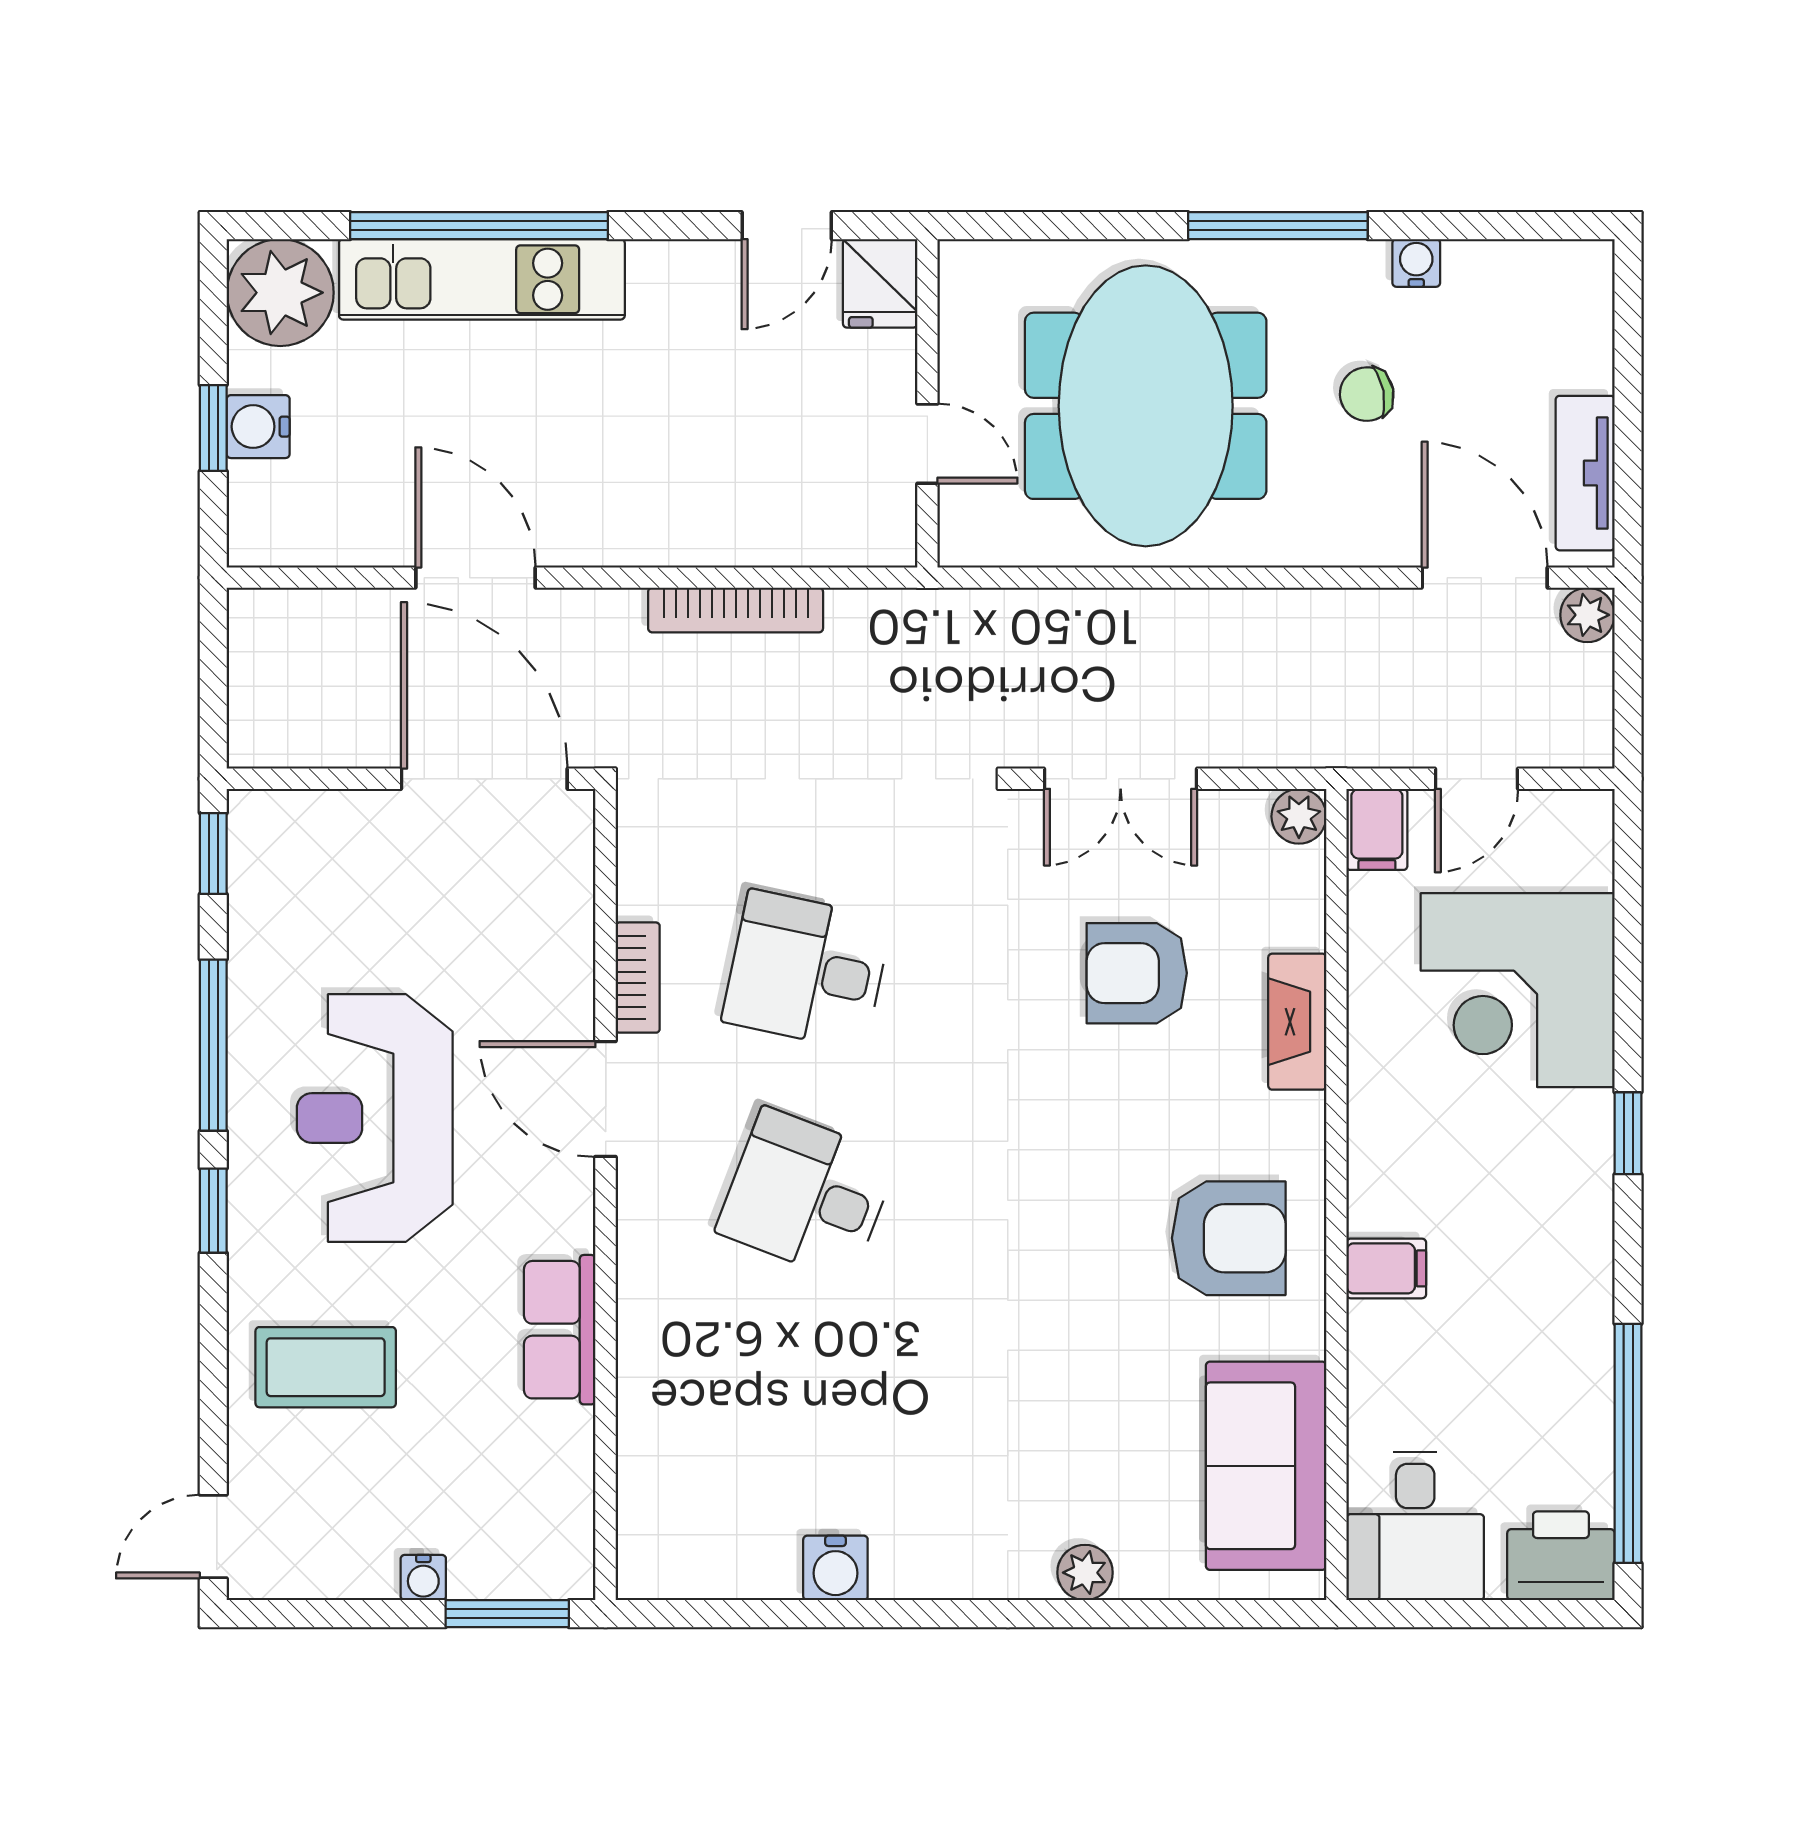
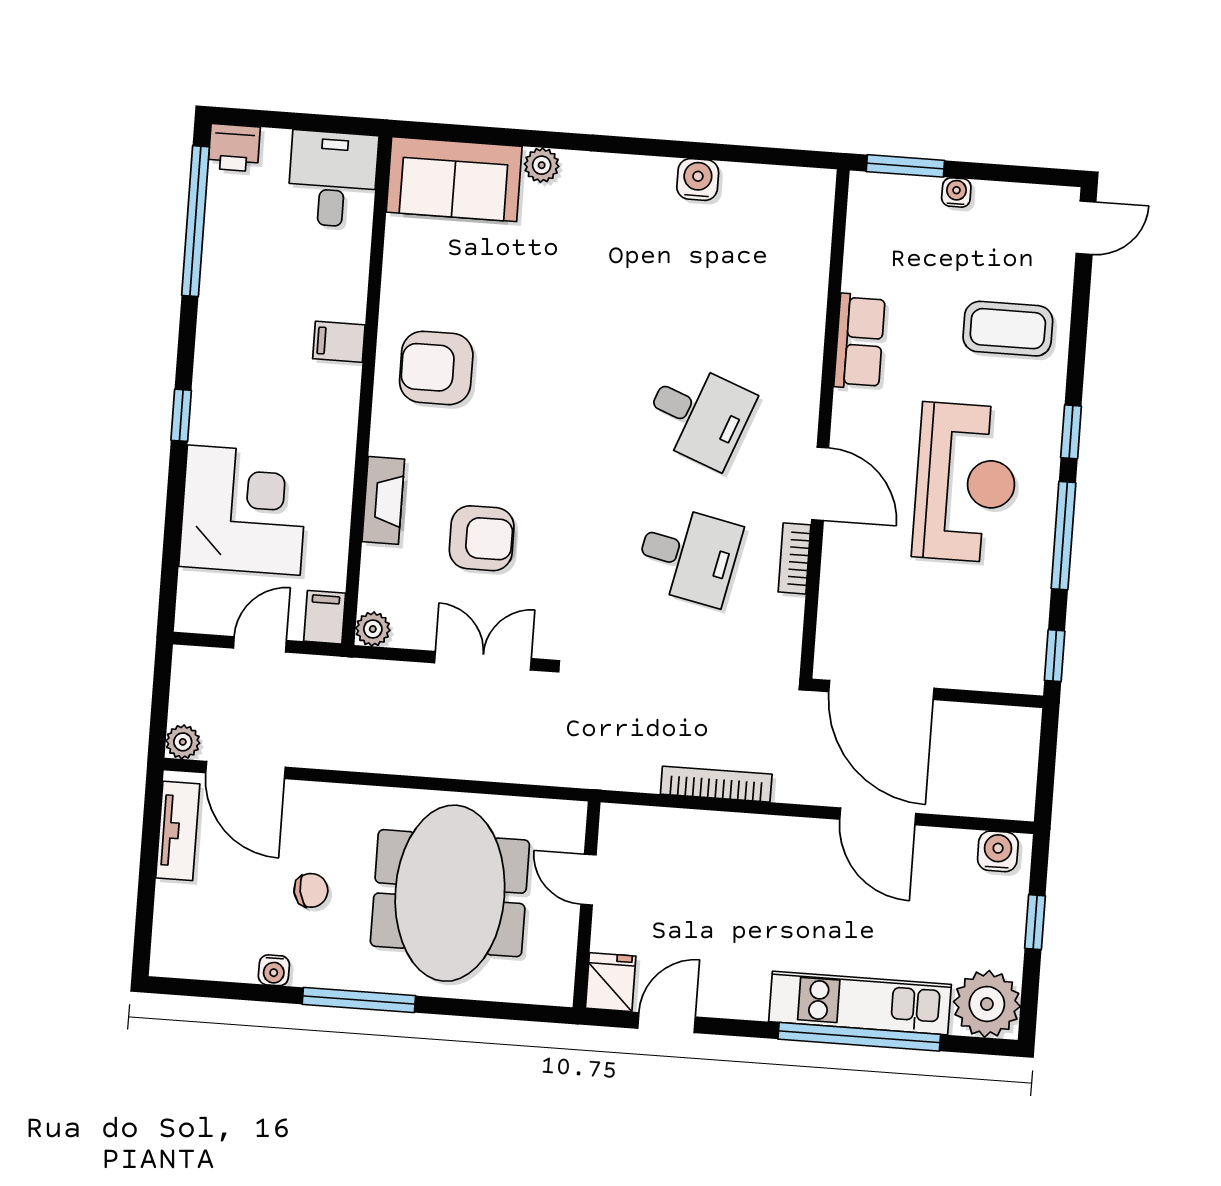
water cooler: (258, 427) -> (998, 851), moved, turned -90
sofa: (1266, 1466) -> (454, 179), moved, turned 90
printer: (1561, 1556) -> (234, 148), width x0.73, depth x0.81

